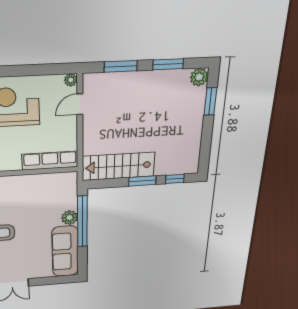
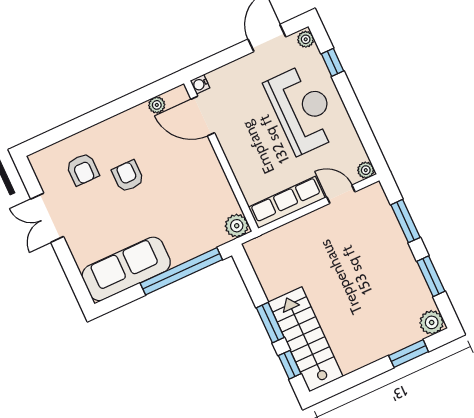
row of seats: (50, 161) -> (287, 202), moved, turned -90
stairs: (118, 166) -> (306, 339), moved
plant: (70, 218) -> (237, 226), moved

